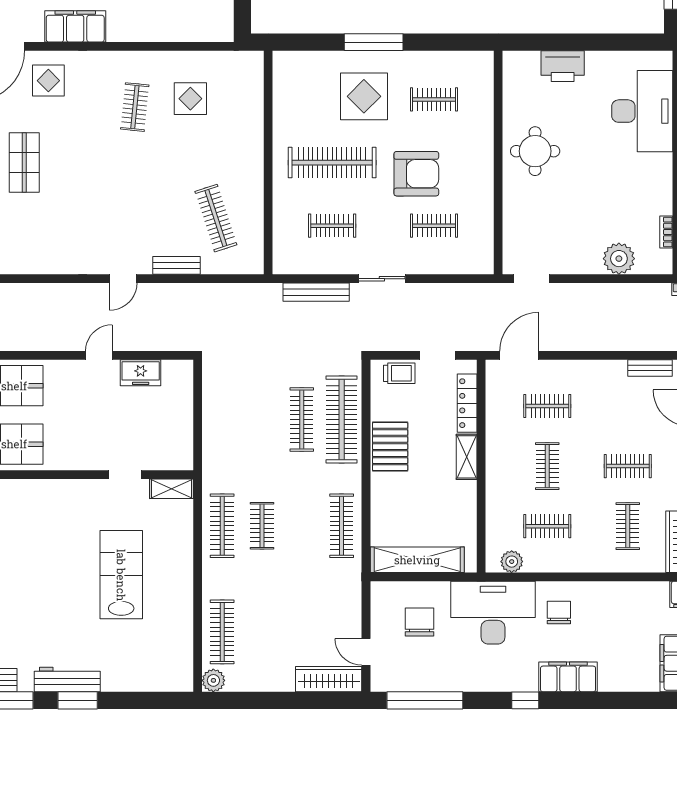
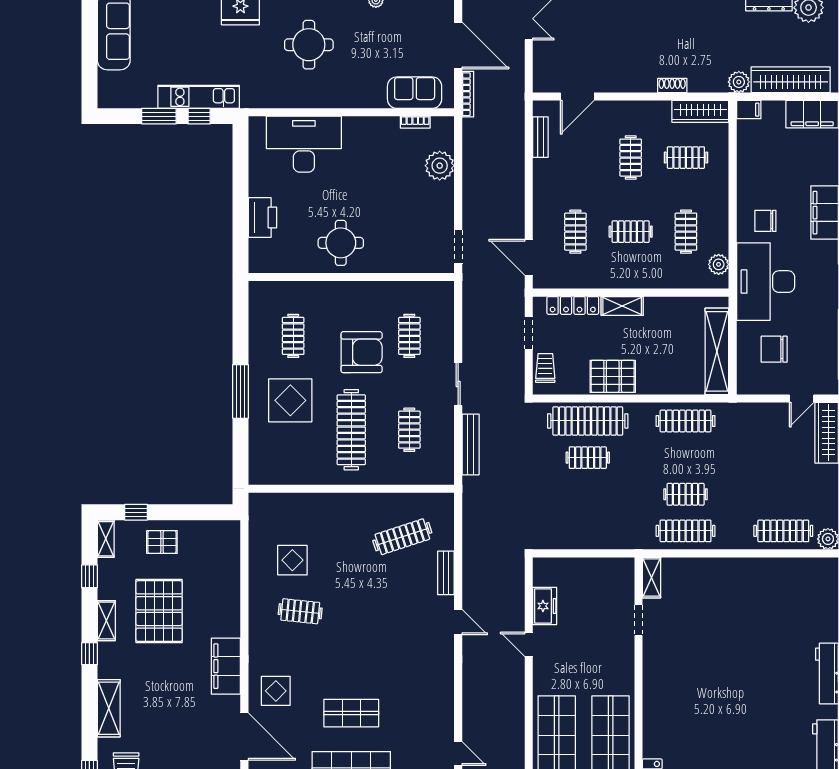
armchair: (416, 174) -> (362, 352), turned 90
clothes rail: (302, 420) -> (588, 458), width x0.73
lab bench: (121, 575) -> (731, 624), removed

